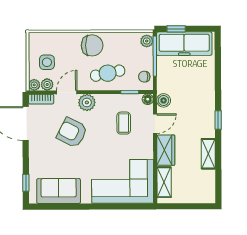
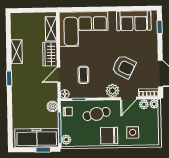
side table: (47, 62) -> (133, 132), moved
boiler: (164, 100) -> (53, 106), moved

